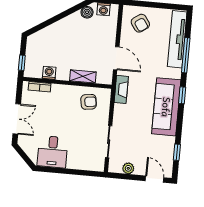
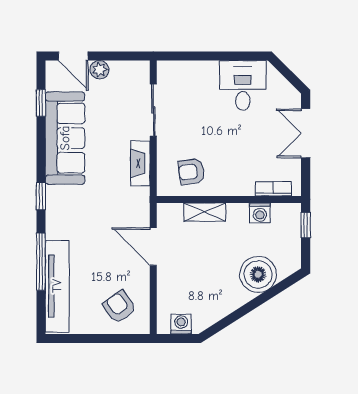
boiler: (87, 12) -> (258, 274), moved, width x1.86, depth x1.86
fireplace: (121, 89) -> (140, 163), moved
sofa: (166, 107) -> (65, 138), moved
plant: (128, 168) -> (99, 70), moved

